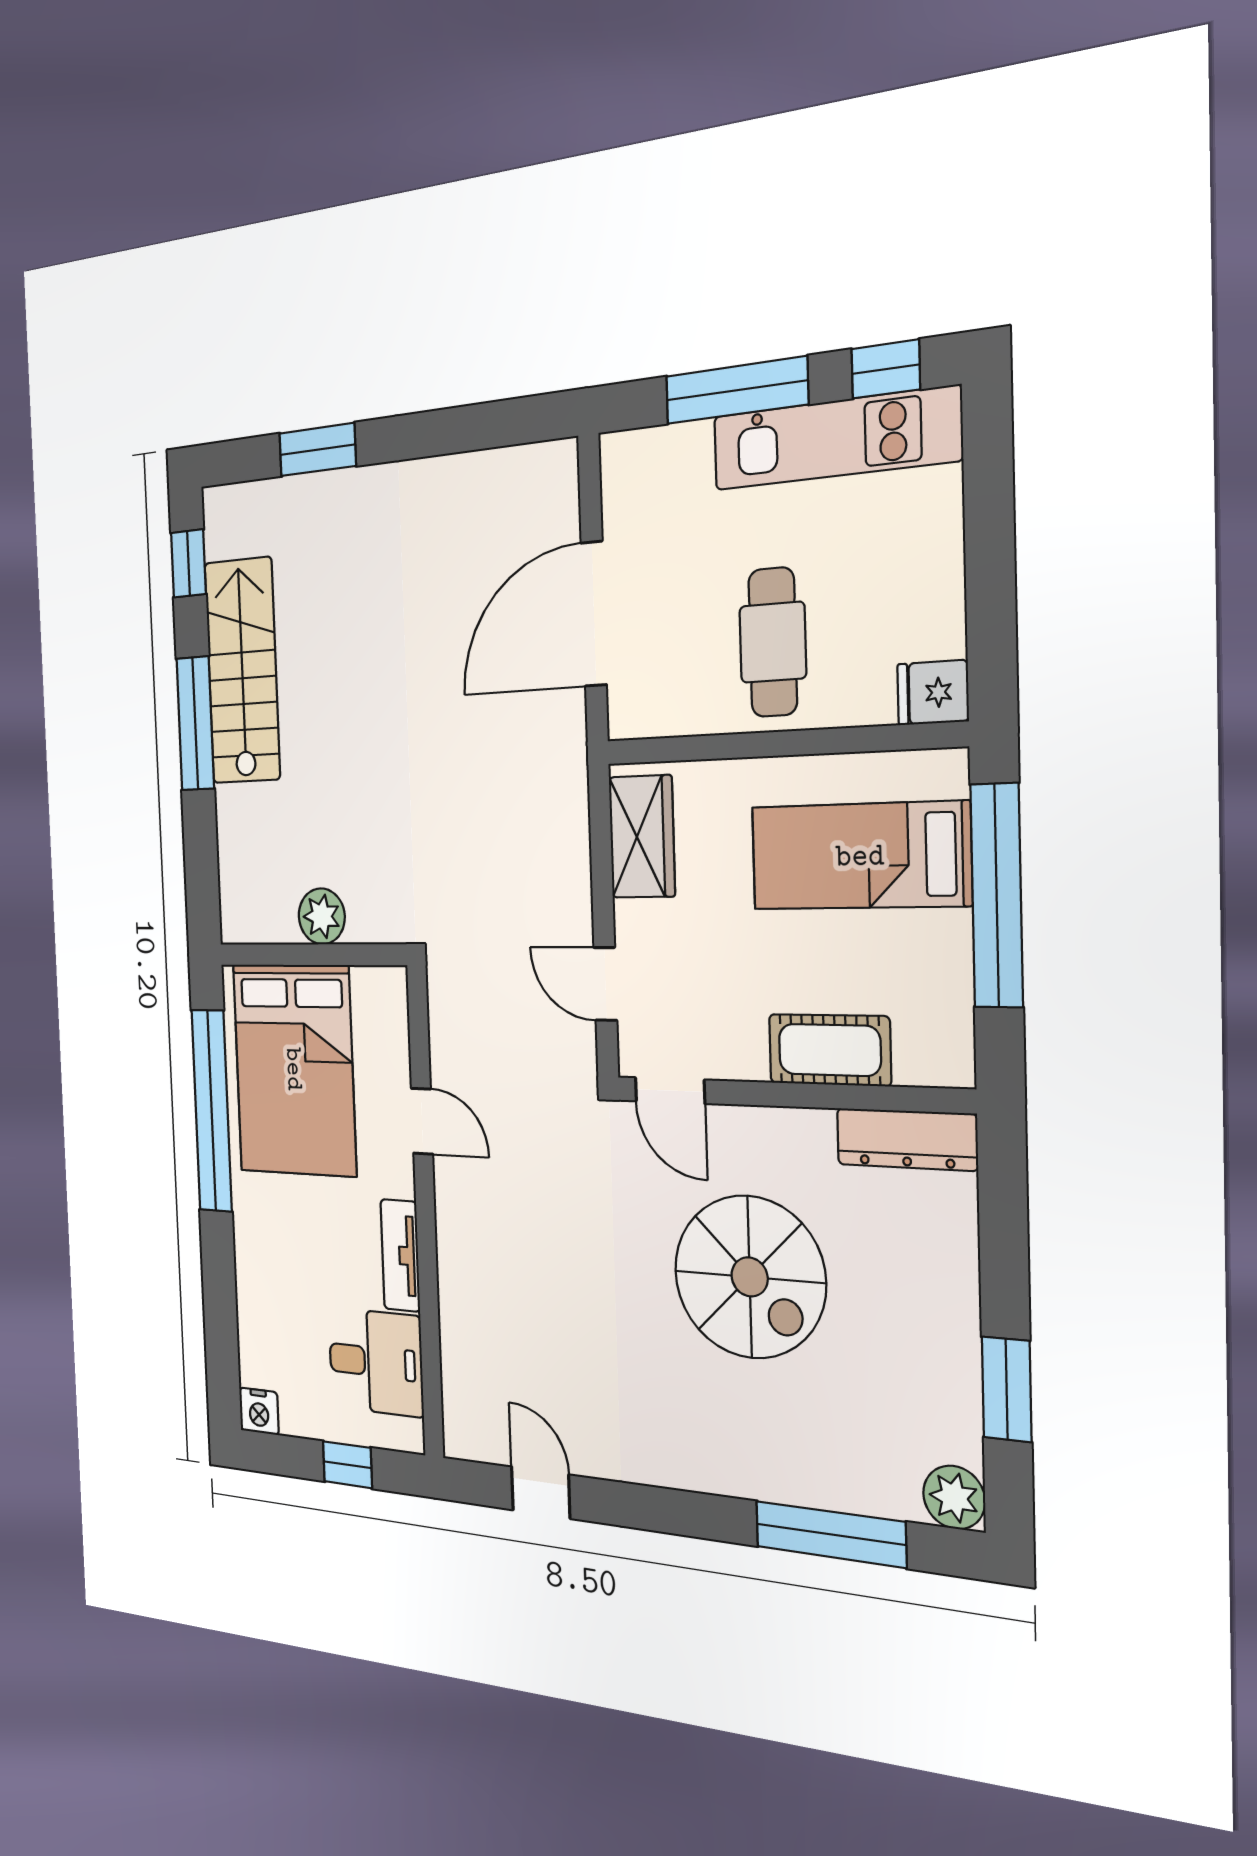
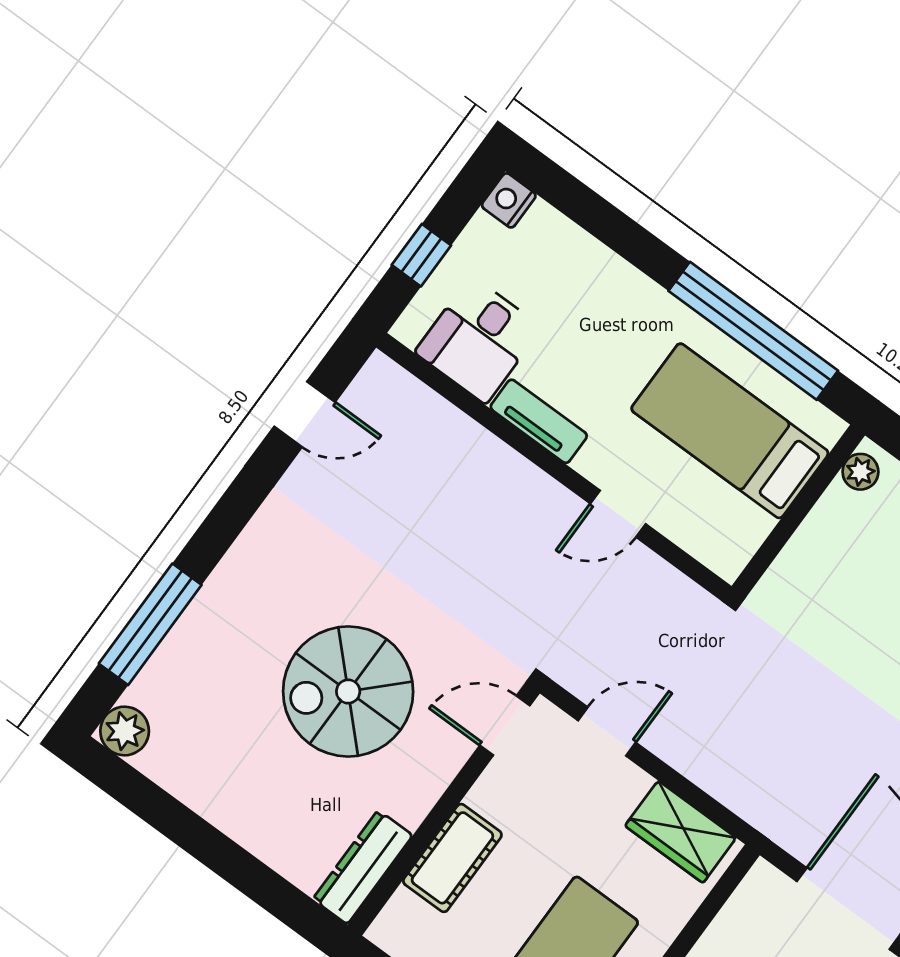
plant: (322, 916) -> (860, 472), moved, width x0.73, depth x0.73
bed: (294, 1069) -> (730, 431), width x0.67
window: (1007, 1389) -> (170, 817), removed

